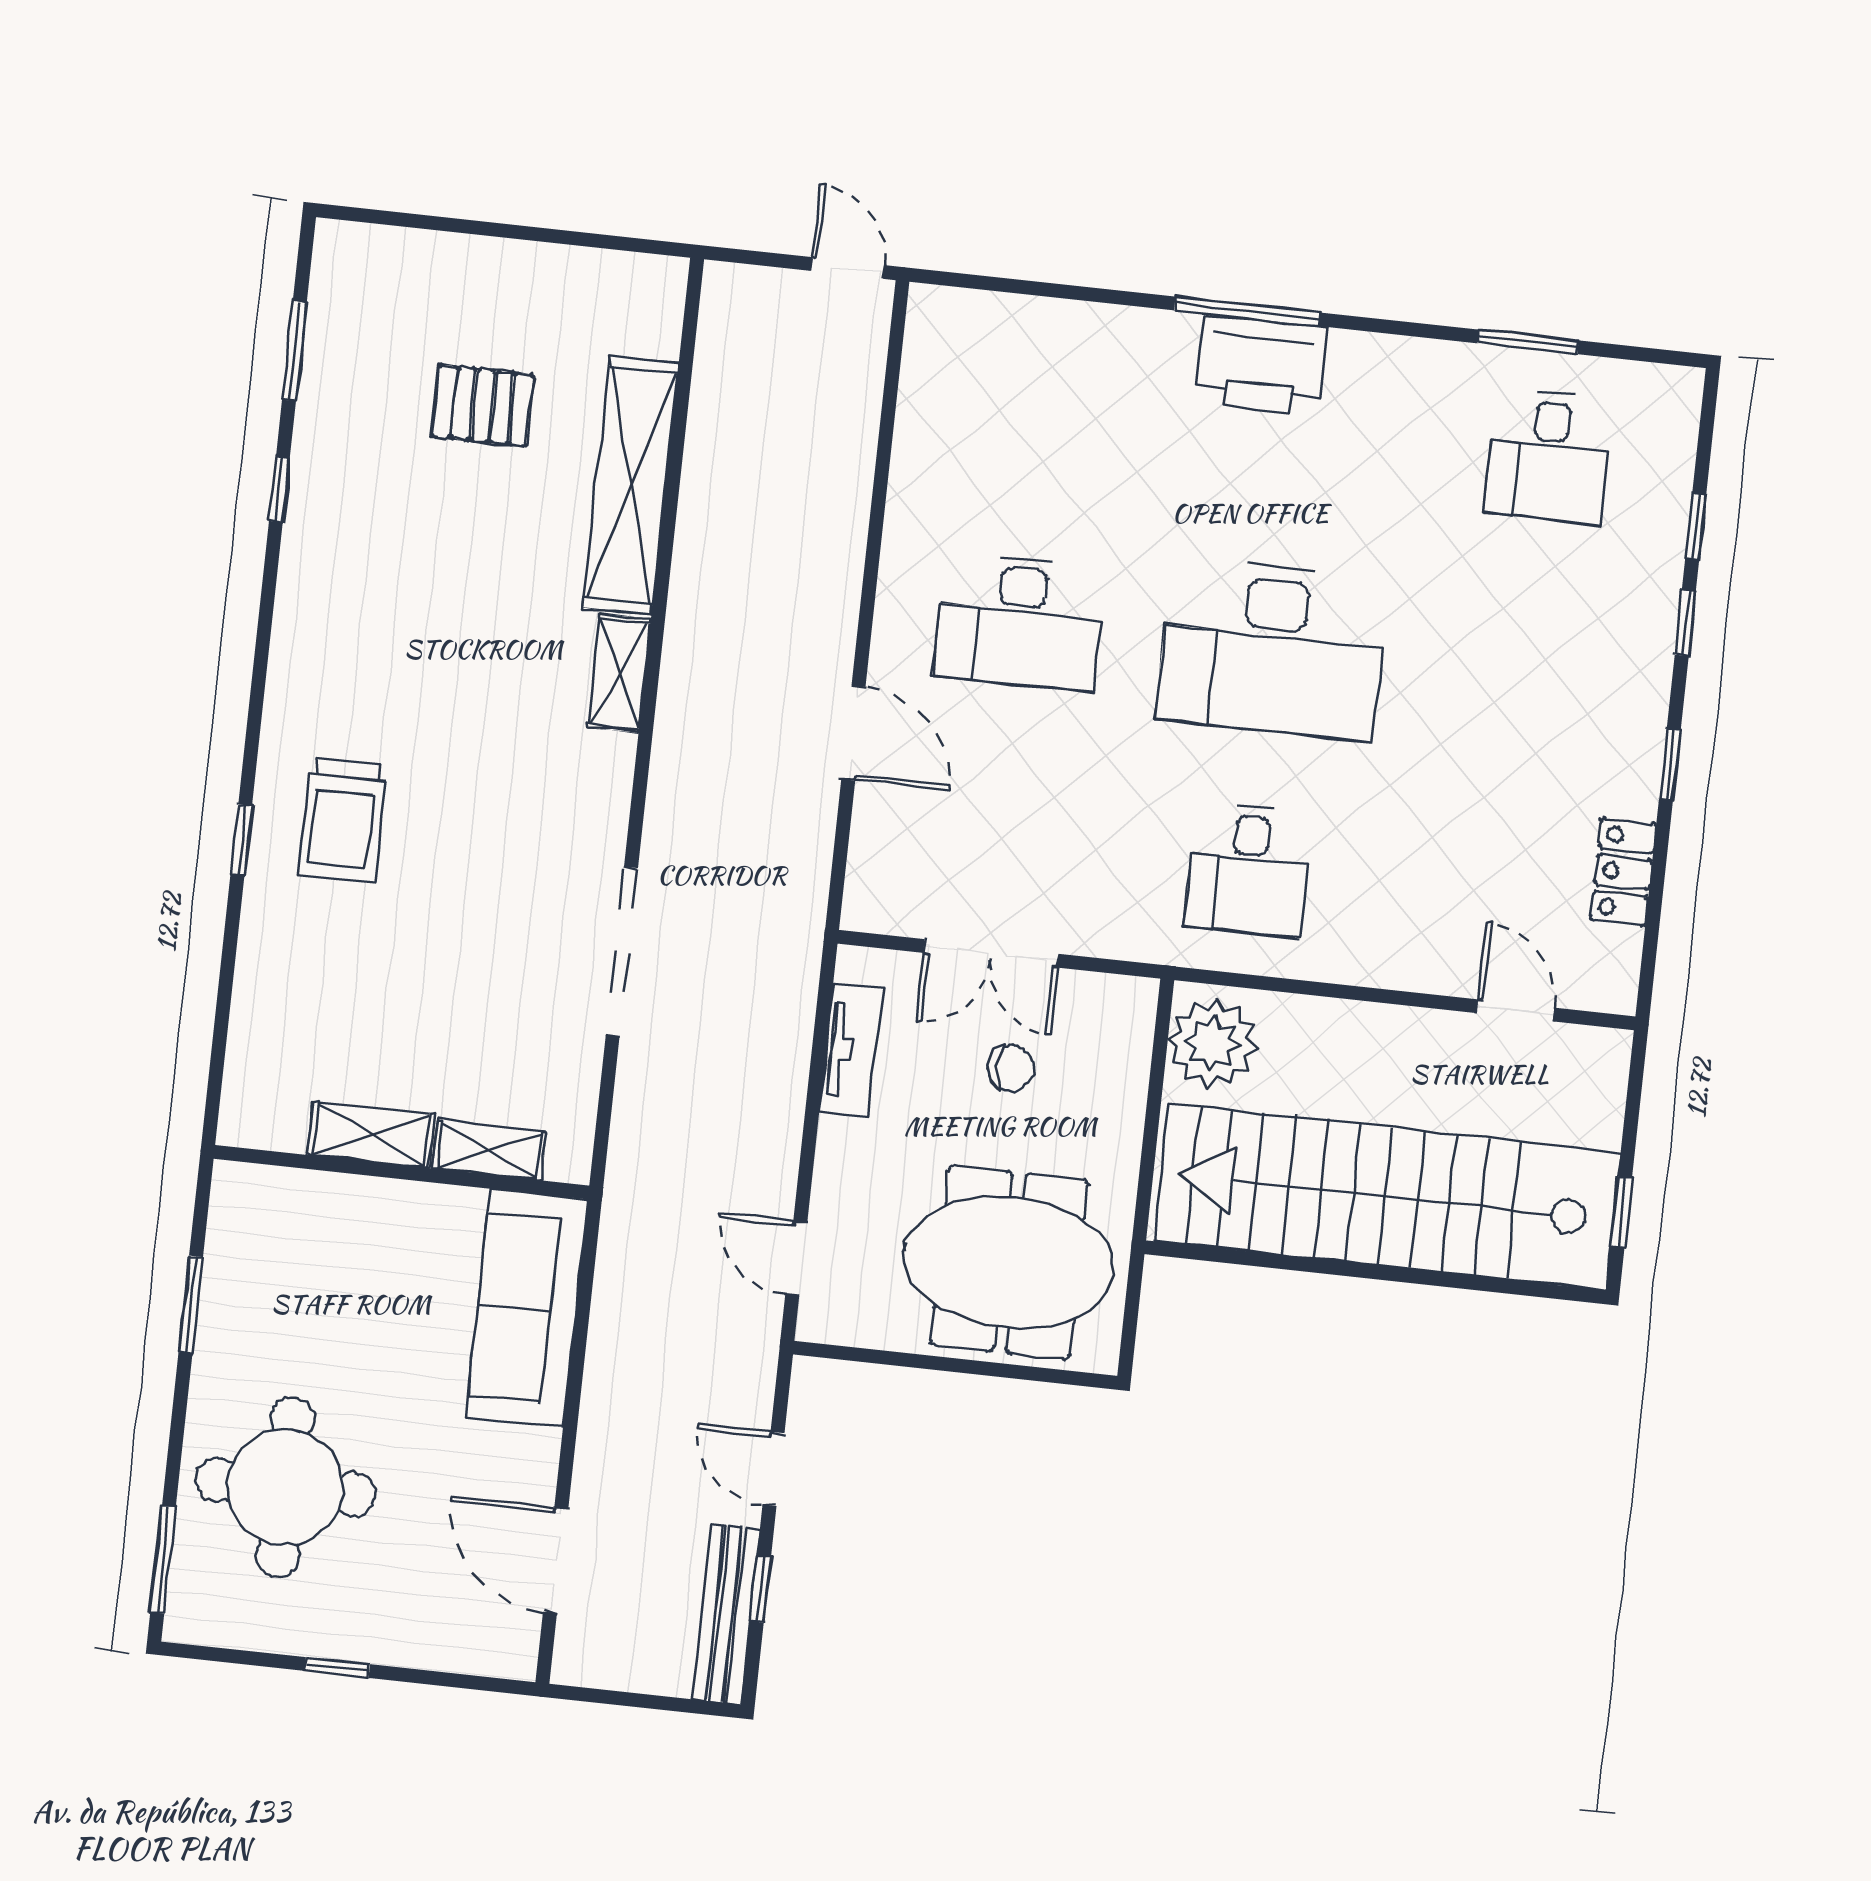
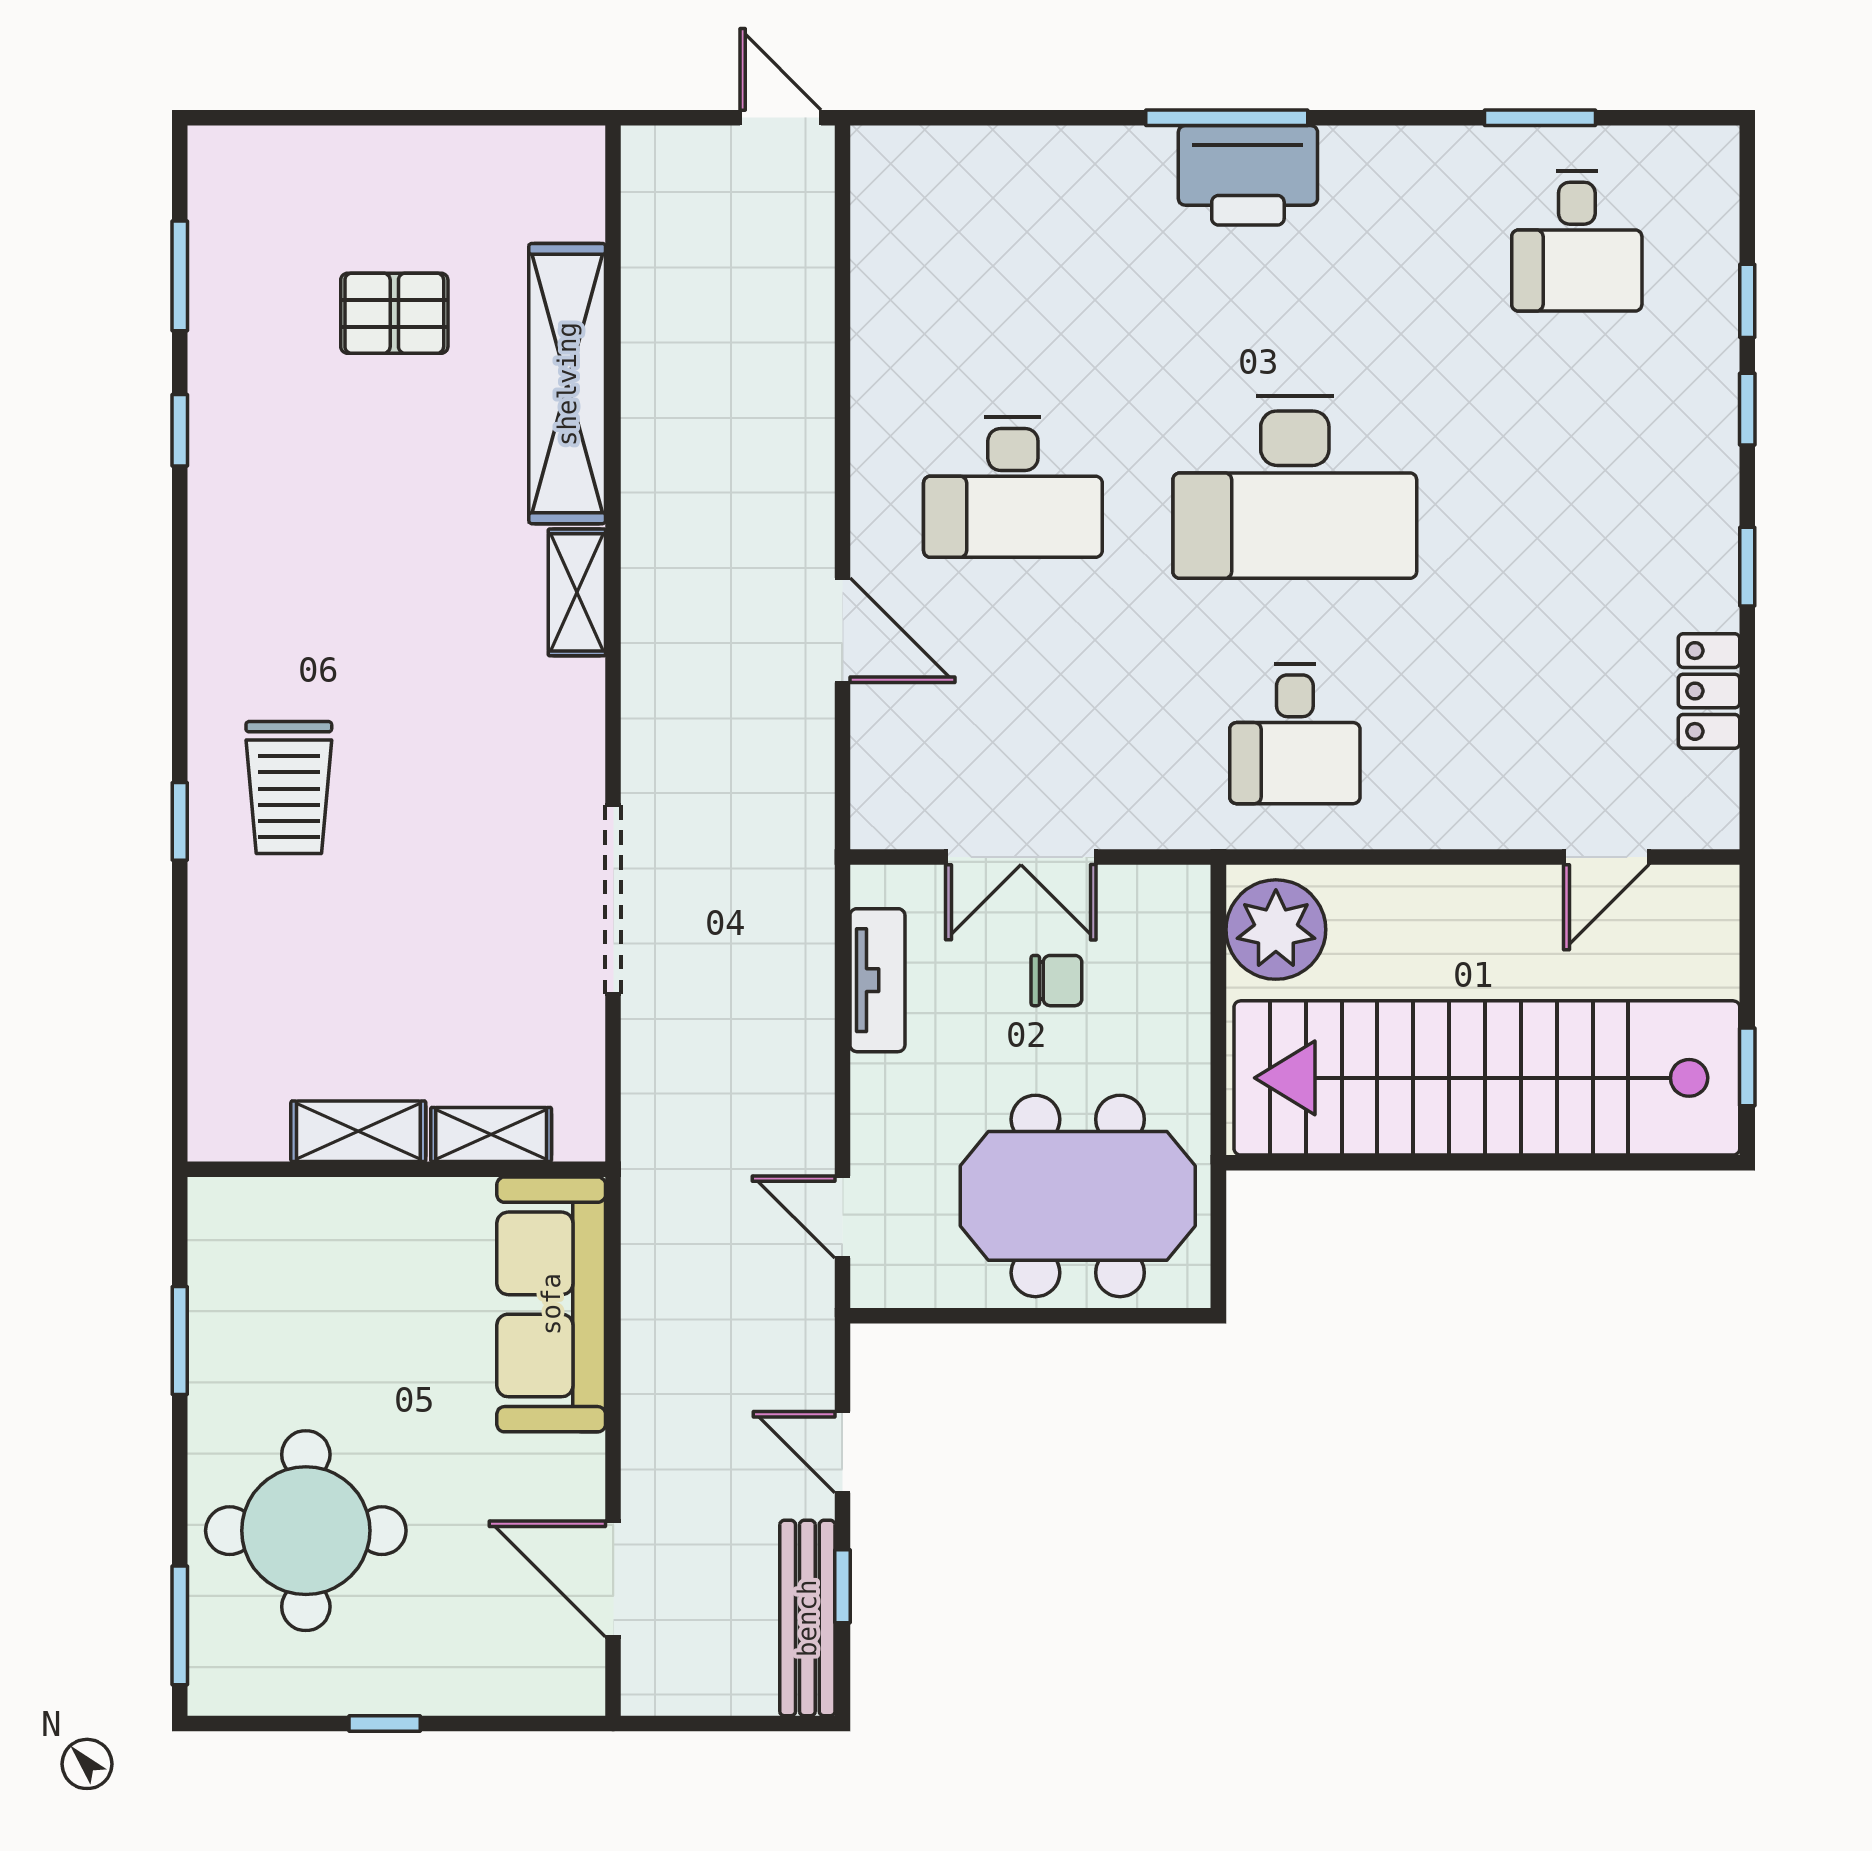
door: (1515, 1010) -> (1606, 857), swing flipped

